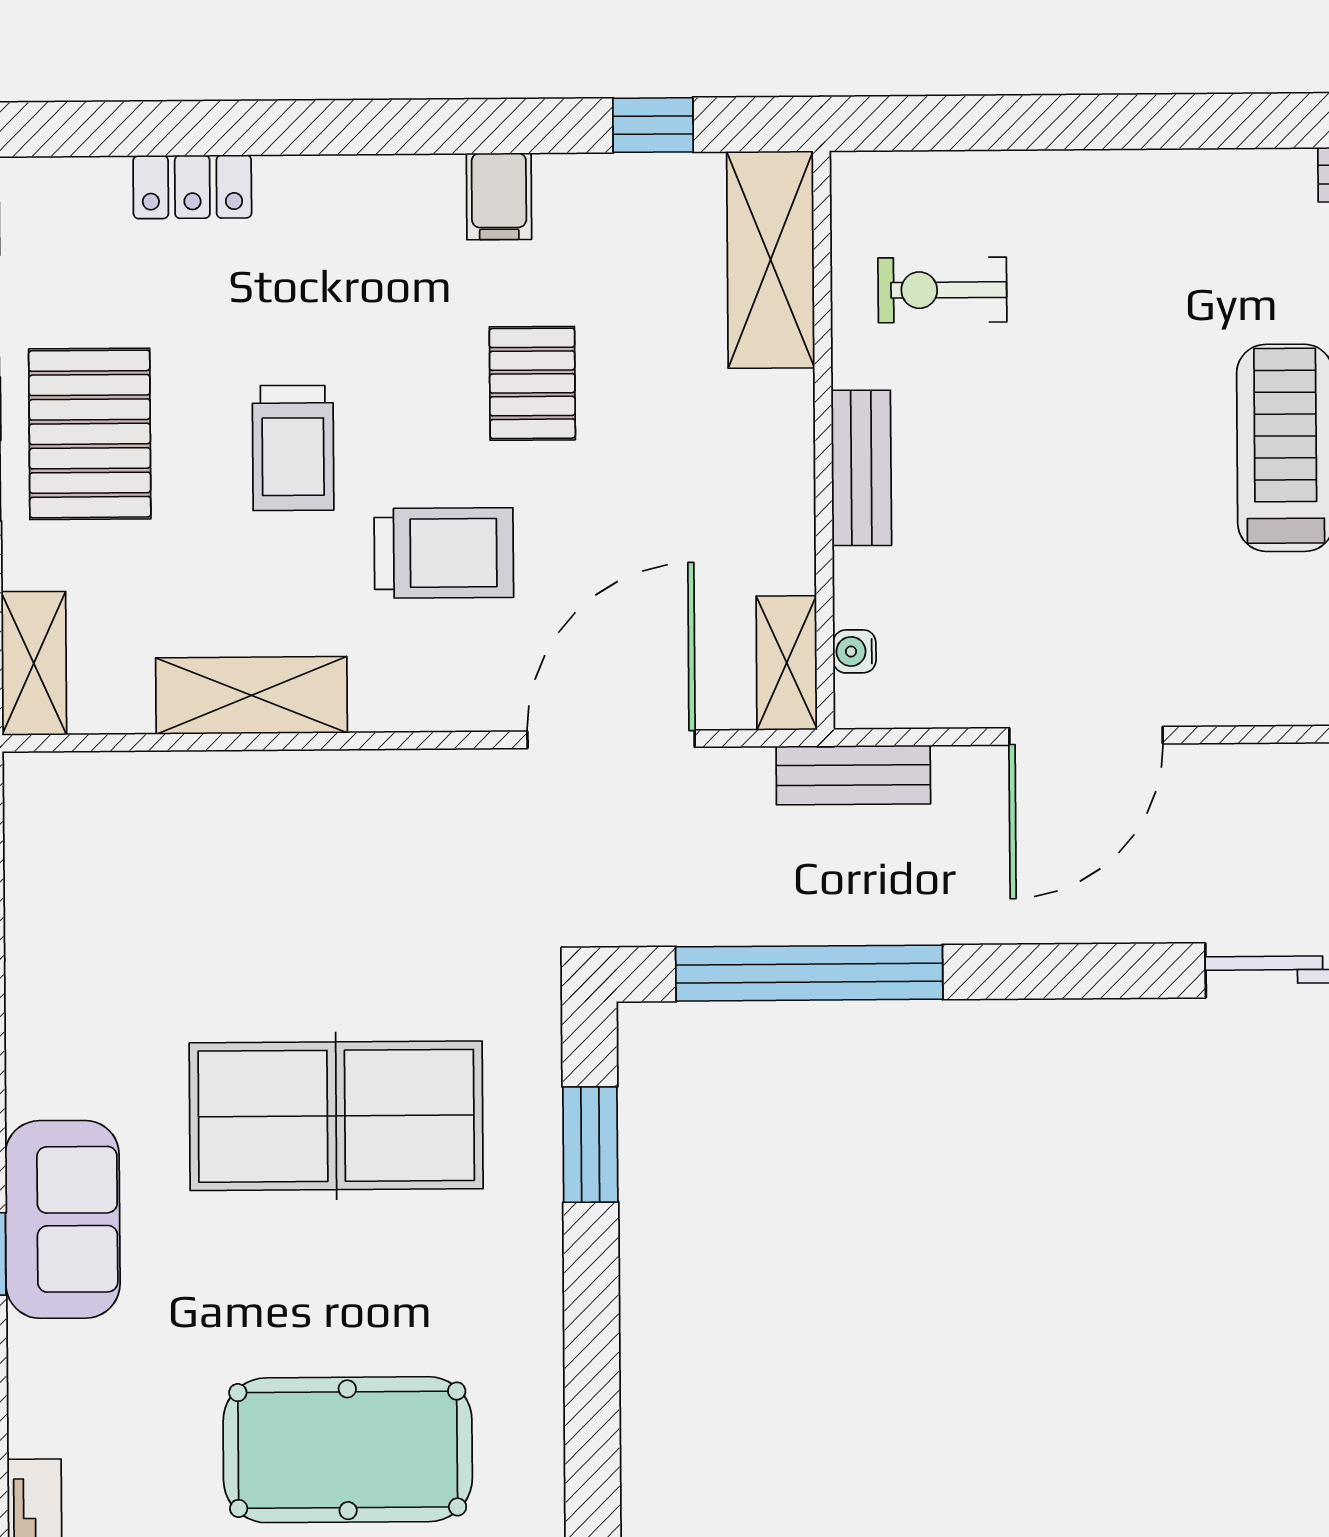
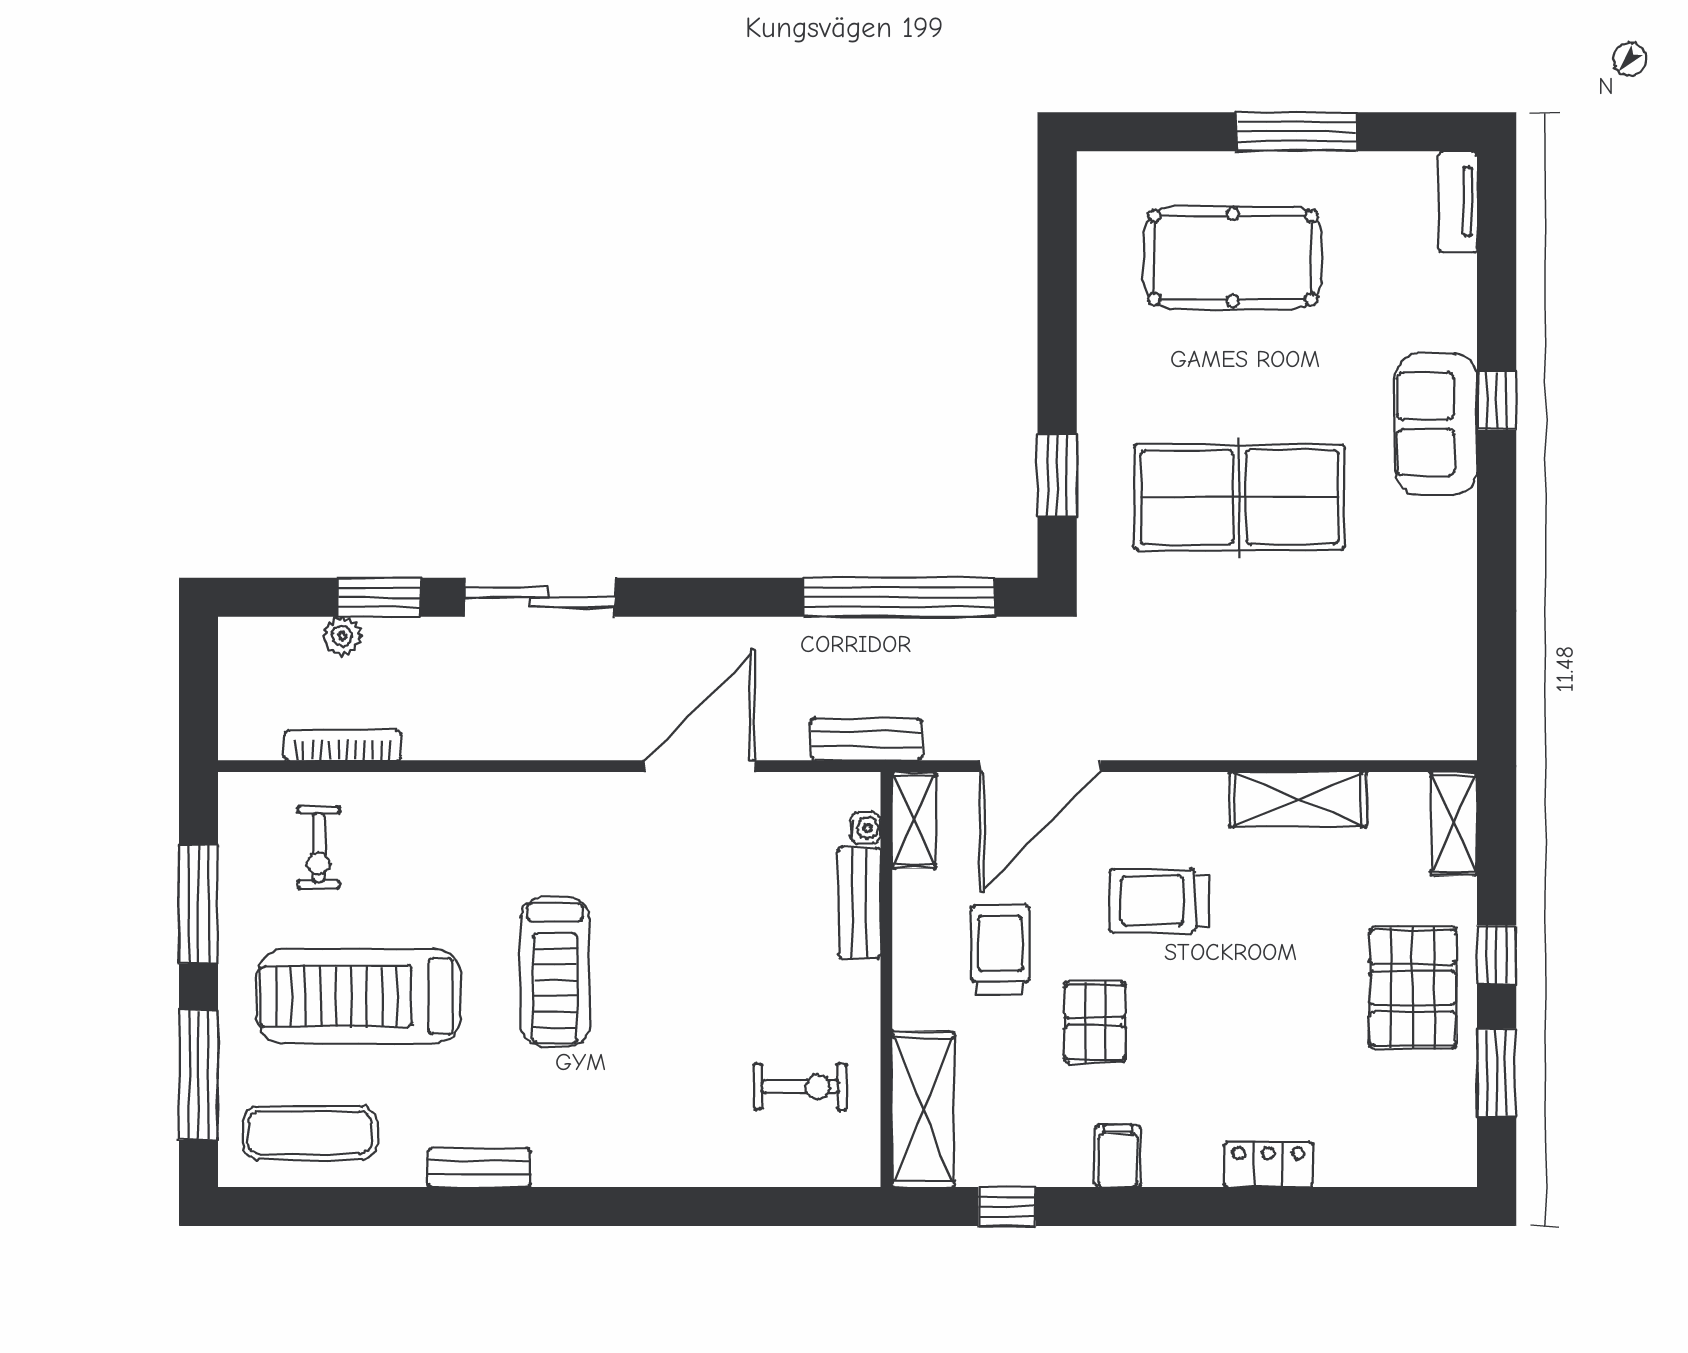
locker: (192, 187) -> (1268, 1165), moved
trolley: (293, 448) -> (1000, 950), moved
bench: (861, 468) -> (859, 903), moved

